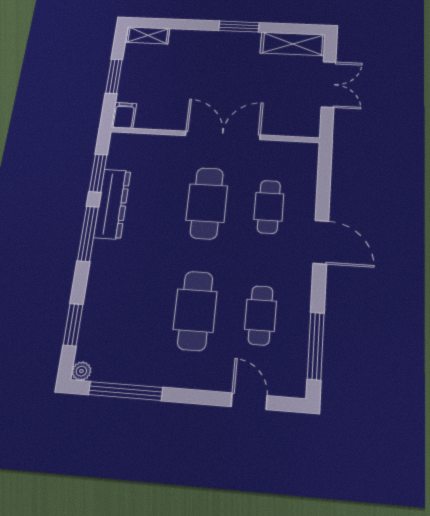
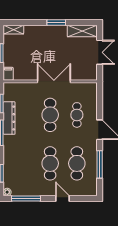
cafe table: (261, 315) -> (77, 163), width x1.37, depth x1.35
window: (316, 346) -> (100, 164), moved
door: (249, 401) -> (62, 199), moved

